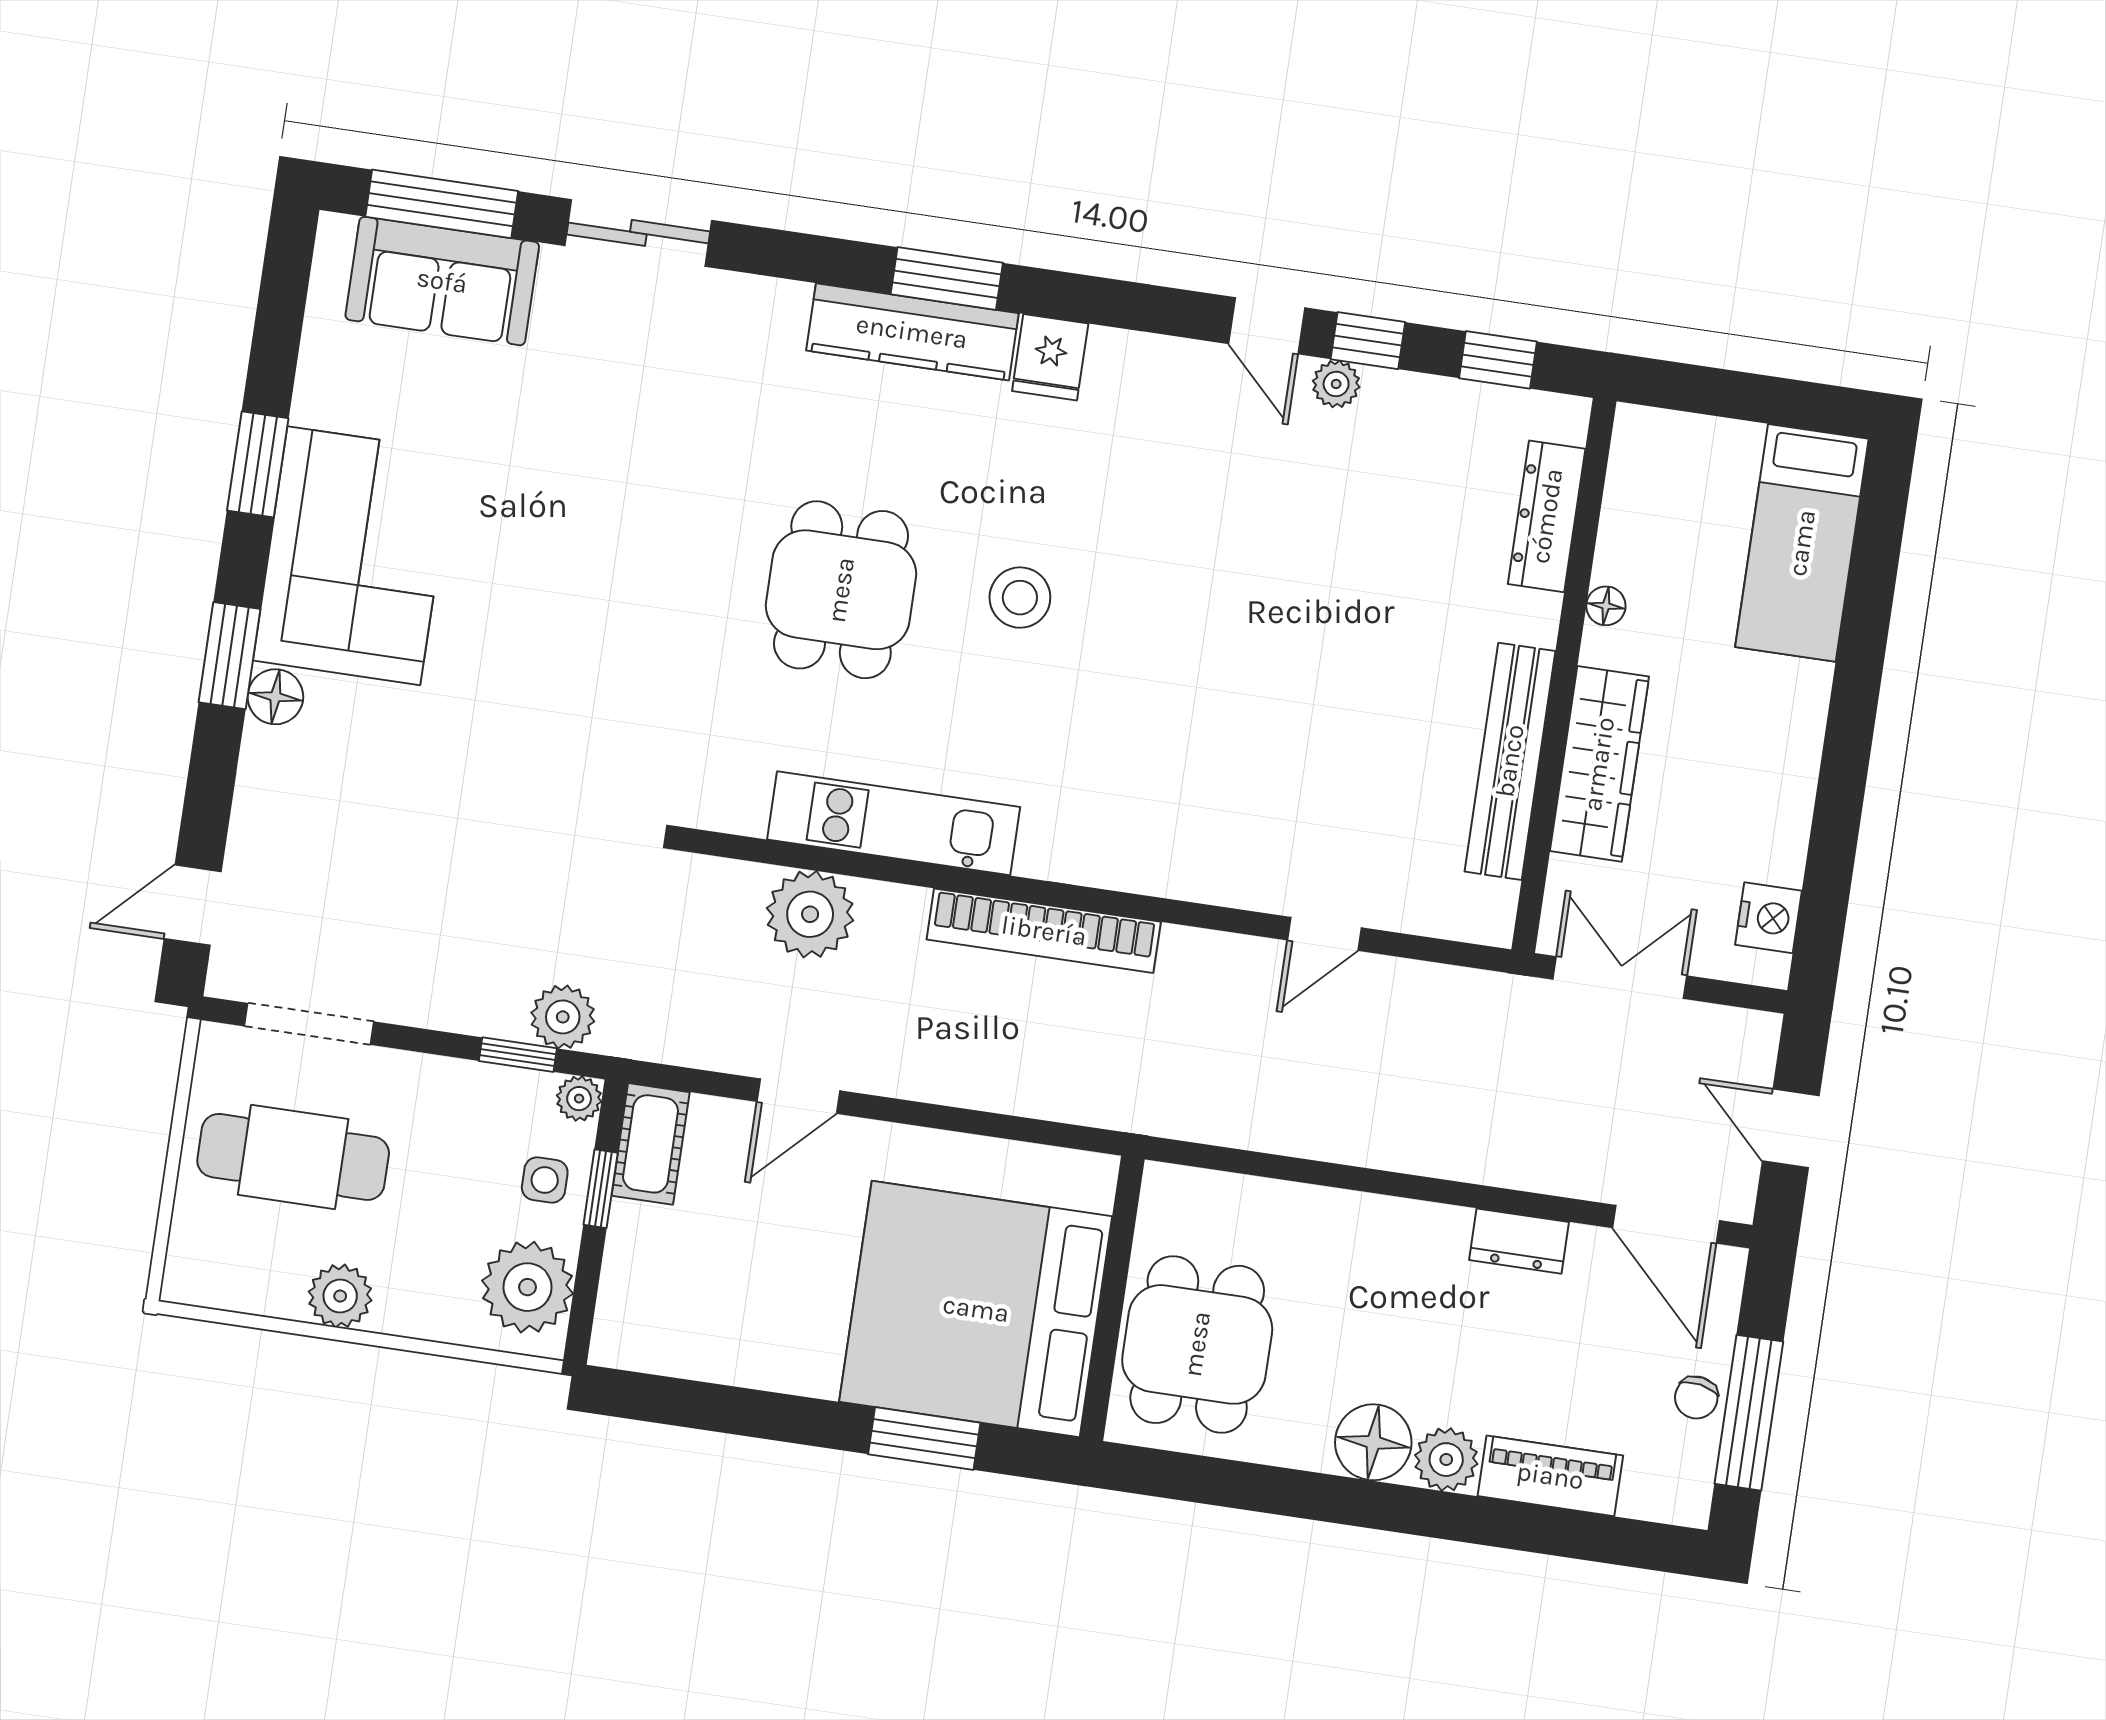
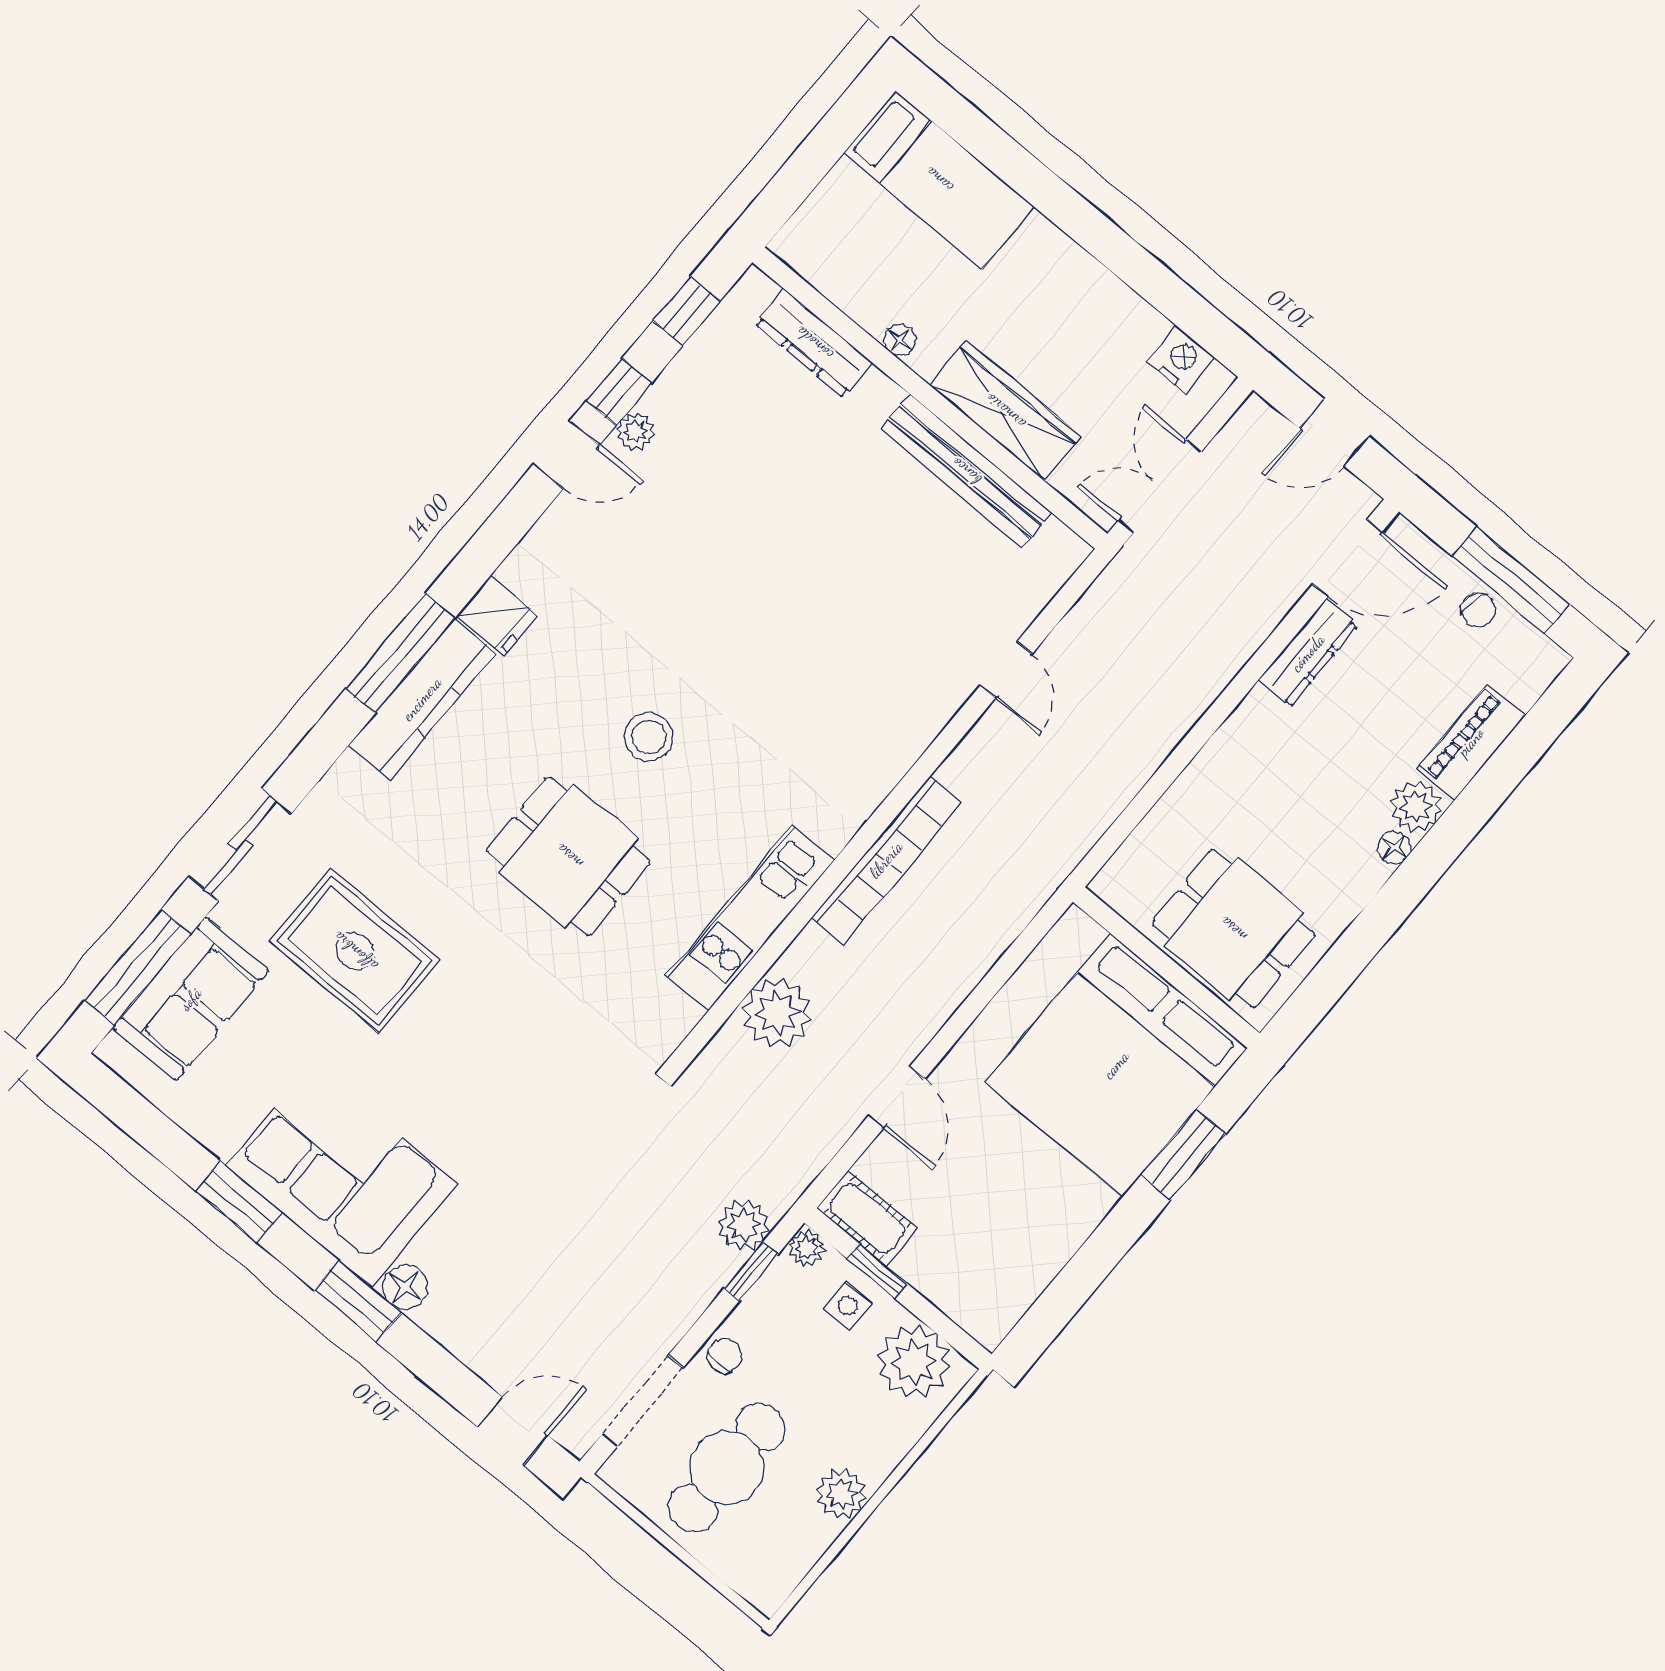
window: (947, 278) -> (400, 653), width x1.44
rug: (601, 424) -> (355, 951), added
door: (193, 905) -> (513, 1431), swing flipped
chair: (411, 1082) -> (725, 1356), added
dresser: (1519, 1241) -> (1308, 653), width x1.44
floor lamp: (1373, 1442) -> (1394, 847), width x0.53, depth x0.53

